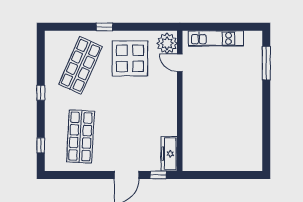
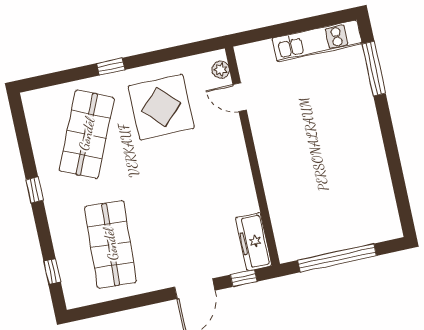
kitchen unit: (216, 38) -> (317, 41), moved
plant: (167, 43) -> (221, 70), width x0.53, depth x0.53
window: (218, 175) -> (337, 258), added

